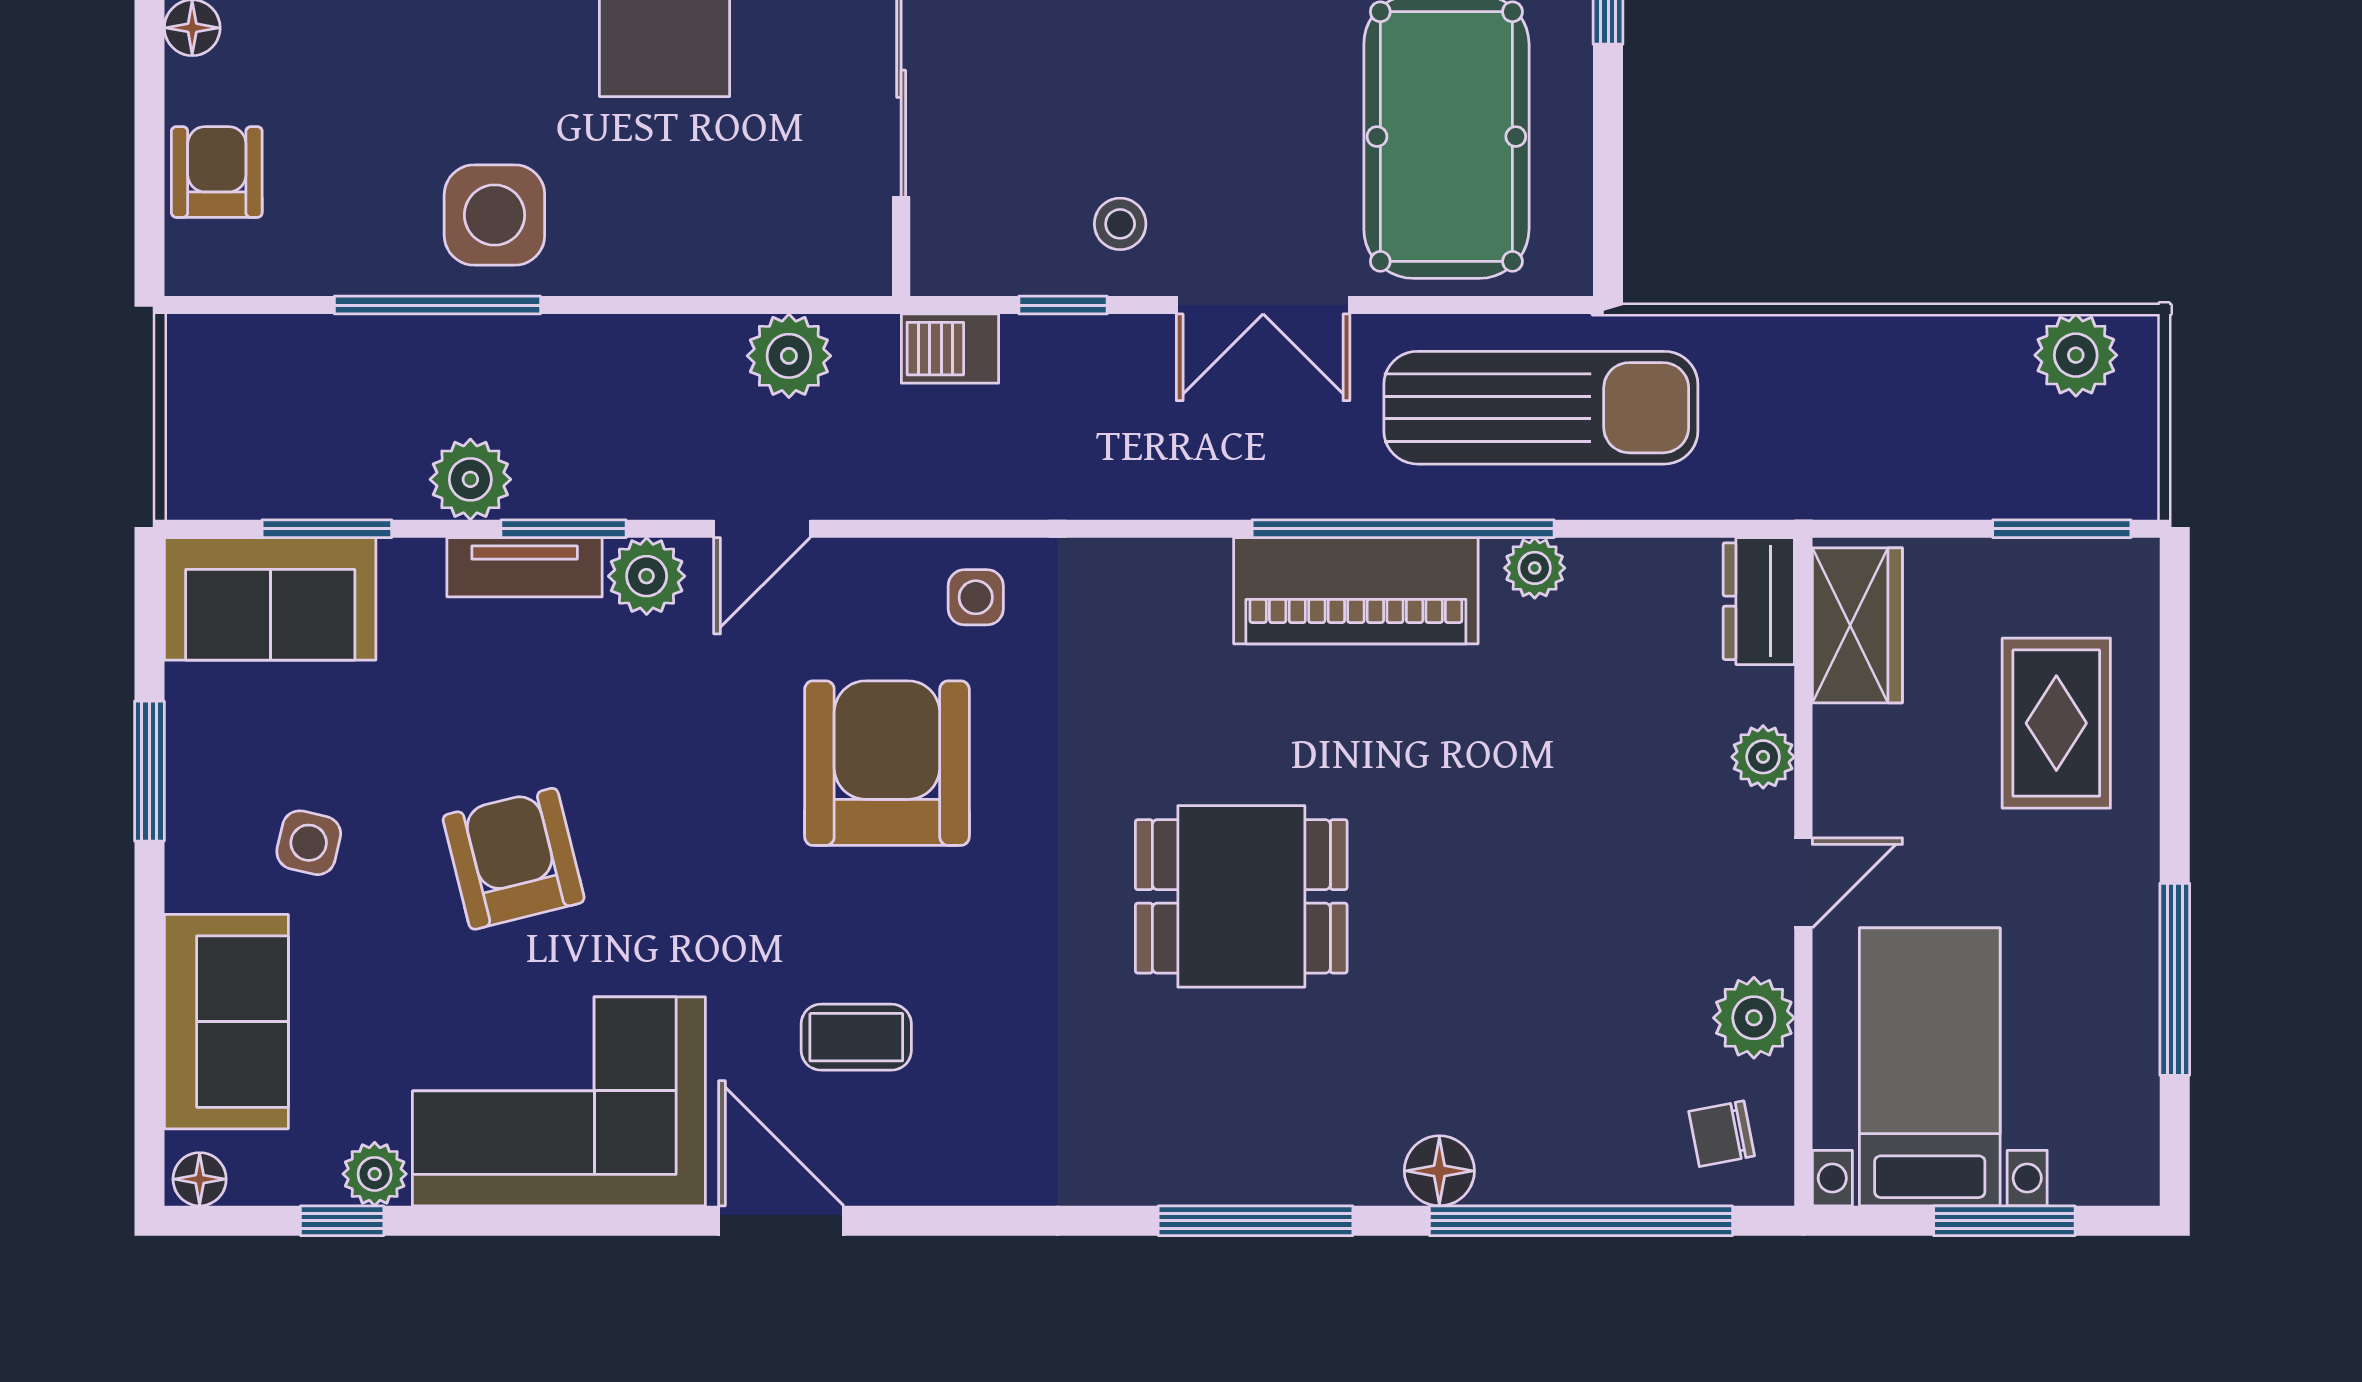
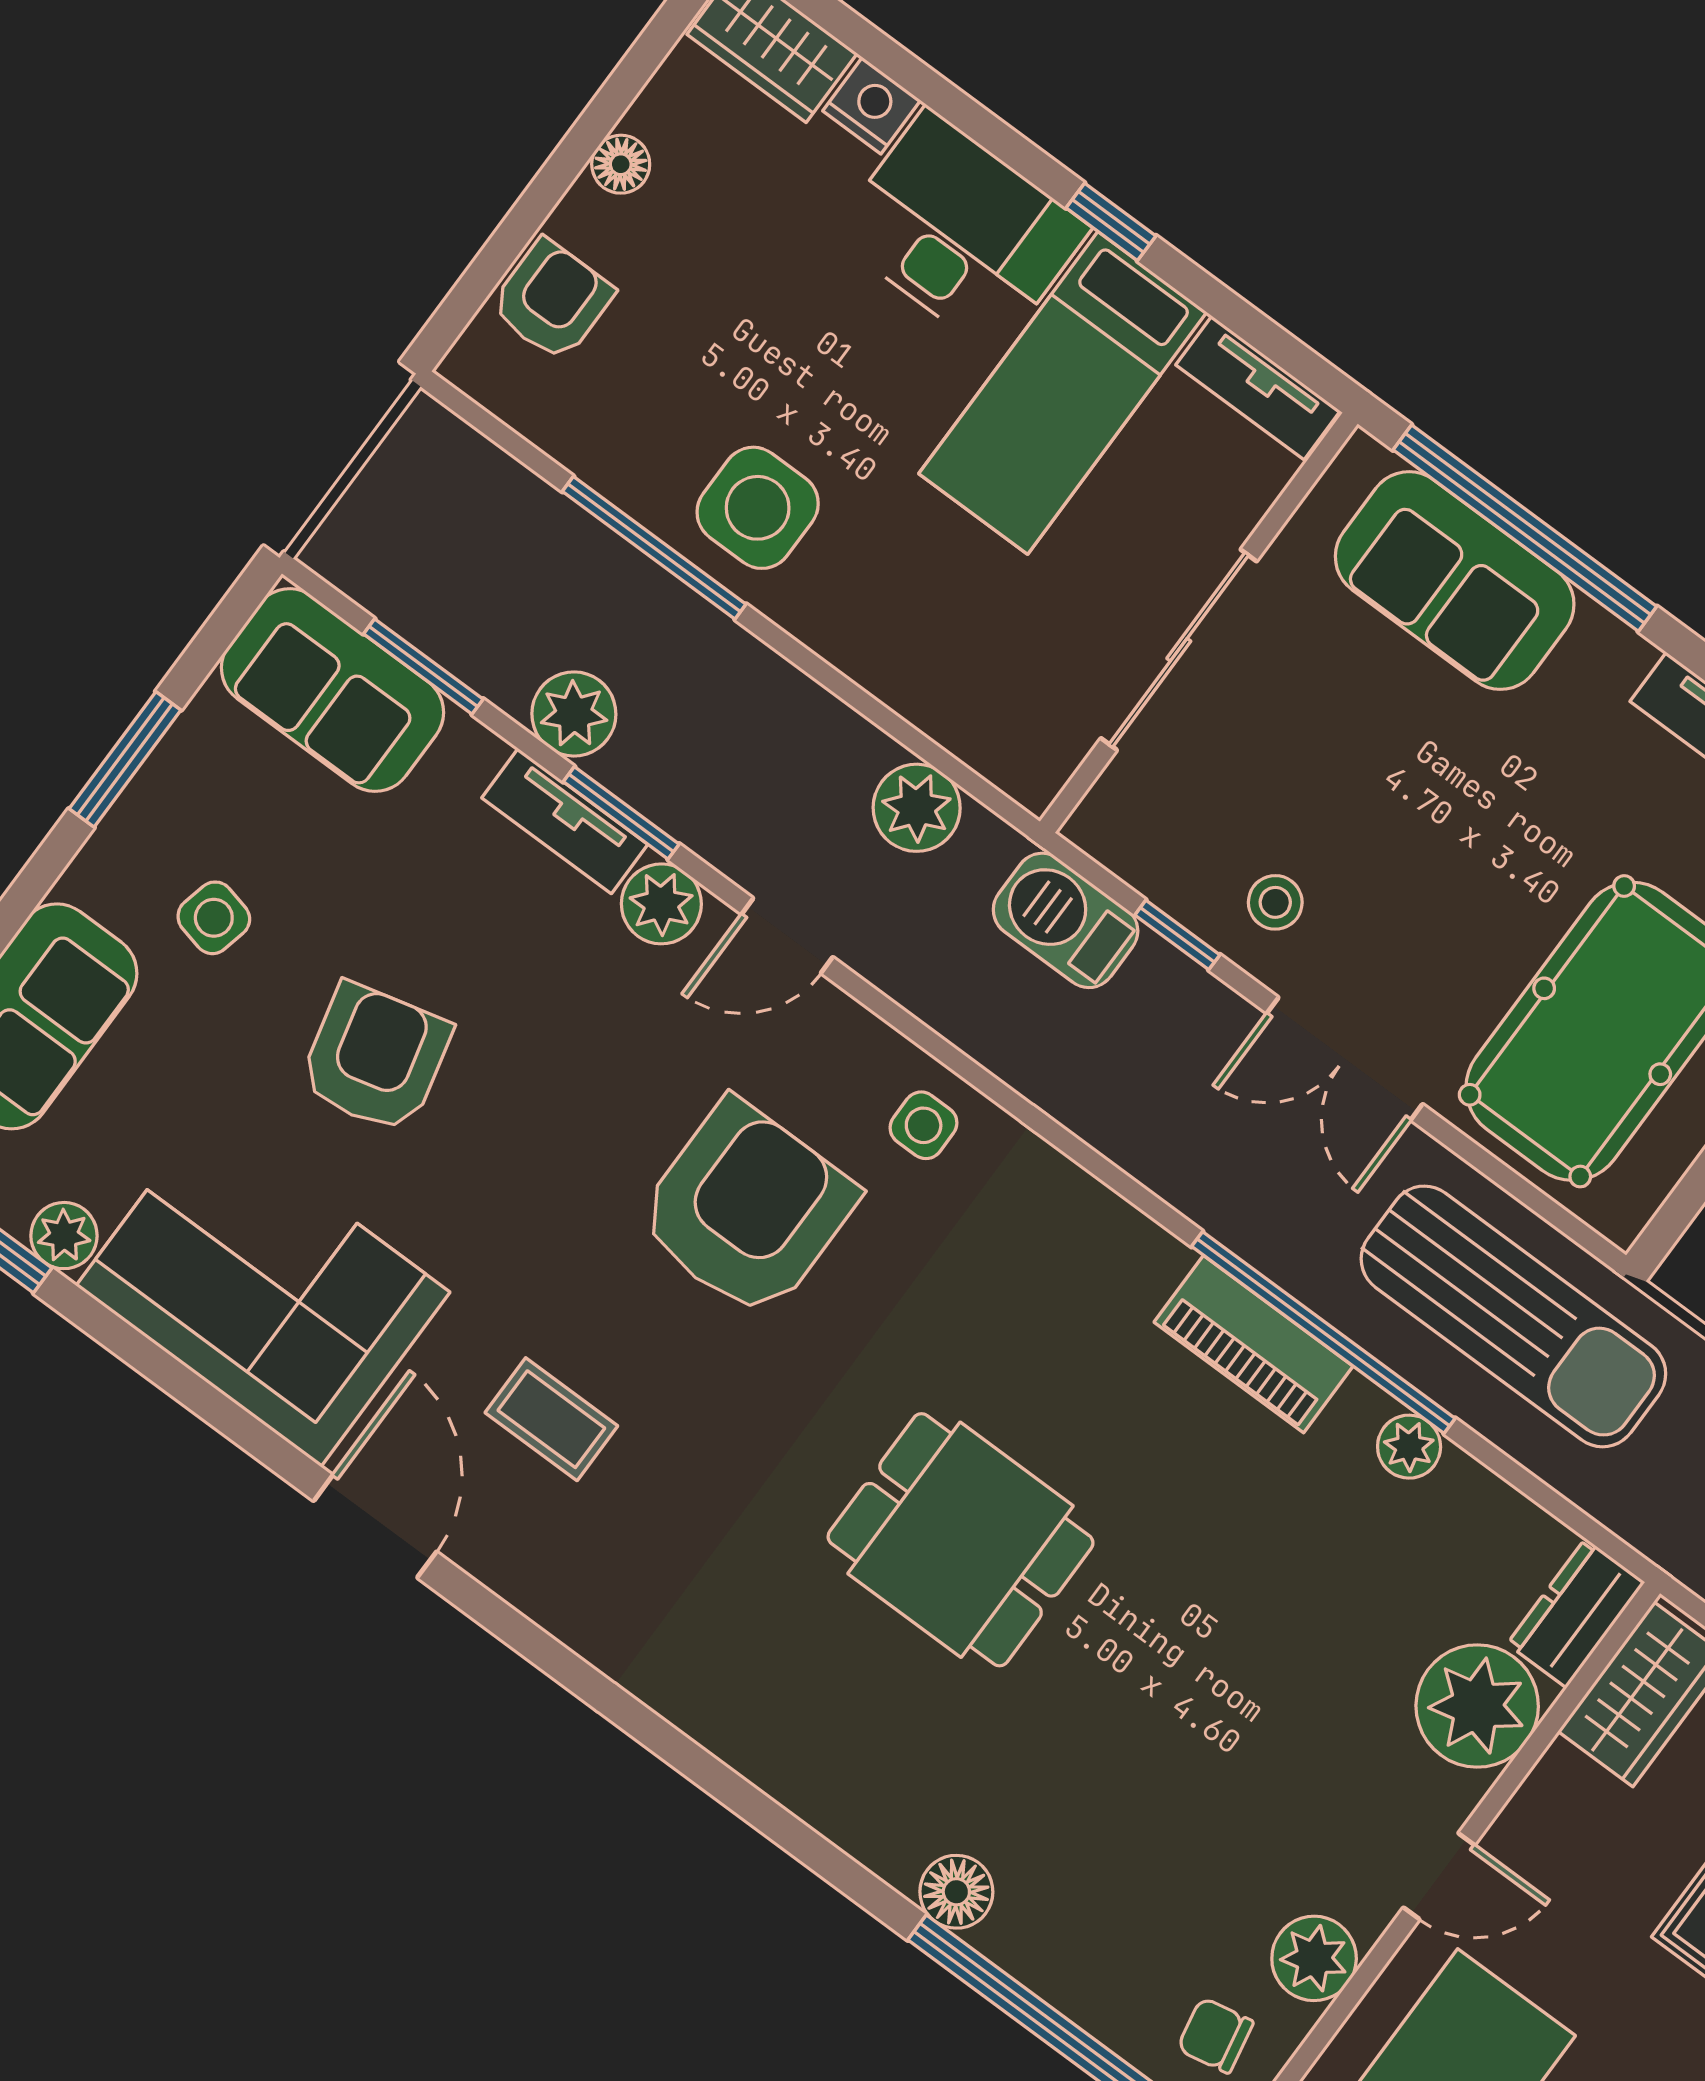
barbecue: (950, 349) -> (1066, 920), width x1.38, depth x1.27
piano: (1356, 591) -> (1254, 1344), width x0.73, depth x0.75
plant: (1763, 757) -> (1477, 1706), width x1.88, depth x1.88
window: (1256, 1221) -> (772, 1820), removed

